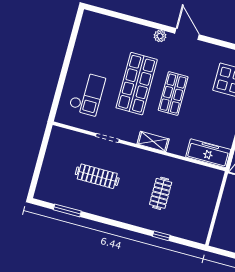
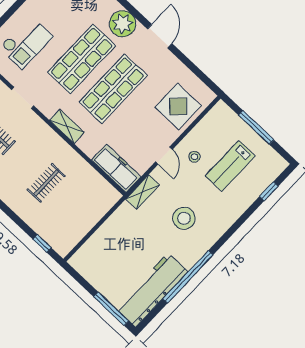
plant: (160, 36) -> (123, 24), width x1.88, depth x1.88
shop shelf: (173, 94) -> (113, 89), width x1.43, depth x1.36
window: (161, 236) -> (42, 243), moved

